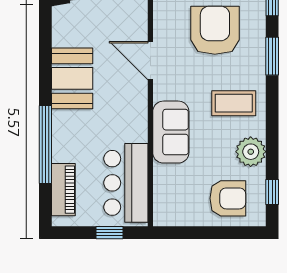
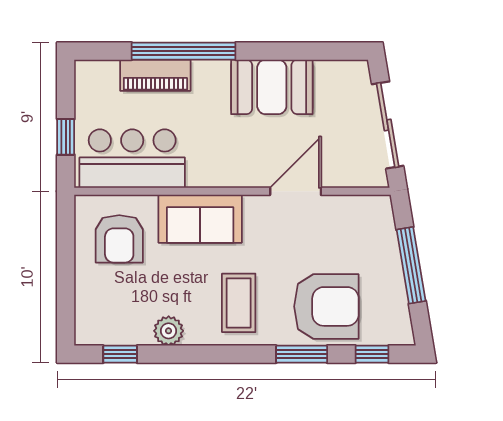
armchair: (215, 30) -> (326, 306), moved
plant: (251, 152) -> (169, 331), width x0.73, depth x0.73
piano: (63, 190) -> (155, 75), moved
armchair: (228, 198) -> (119, 239), moved

